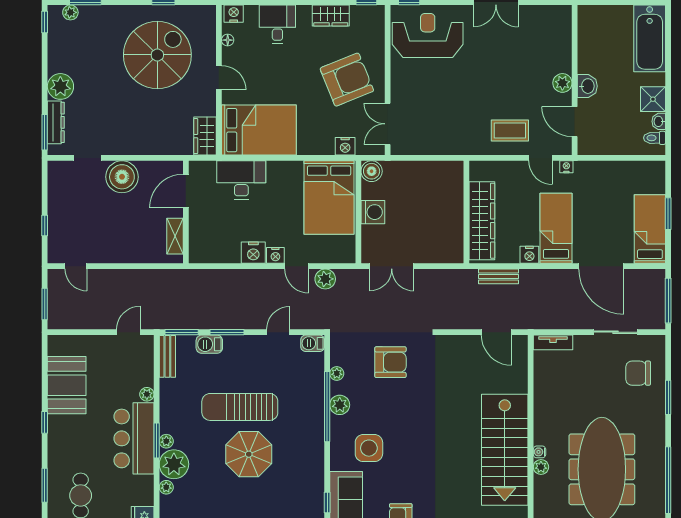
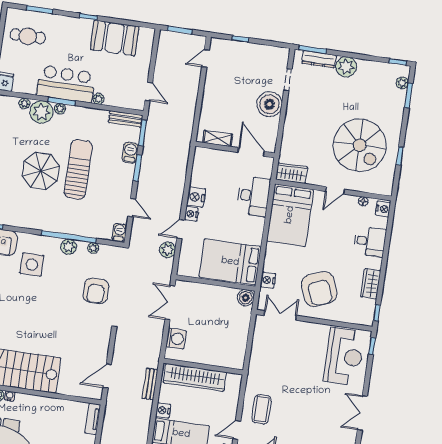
washing machine: (373, 212) -> (176, 339), moved, turned -90

